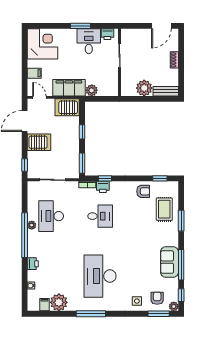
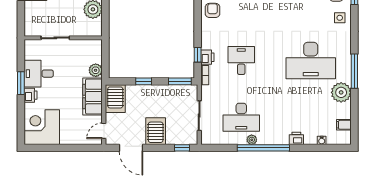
printer: (107, 34) -> (30, 95), moved
filing cabinet: (34, 73) -> (76, 137), removed
plant: (59, 302) -> (341, 92), moved

